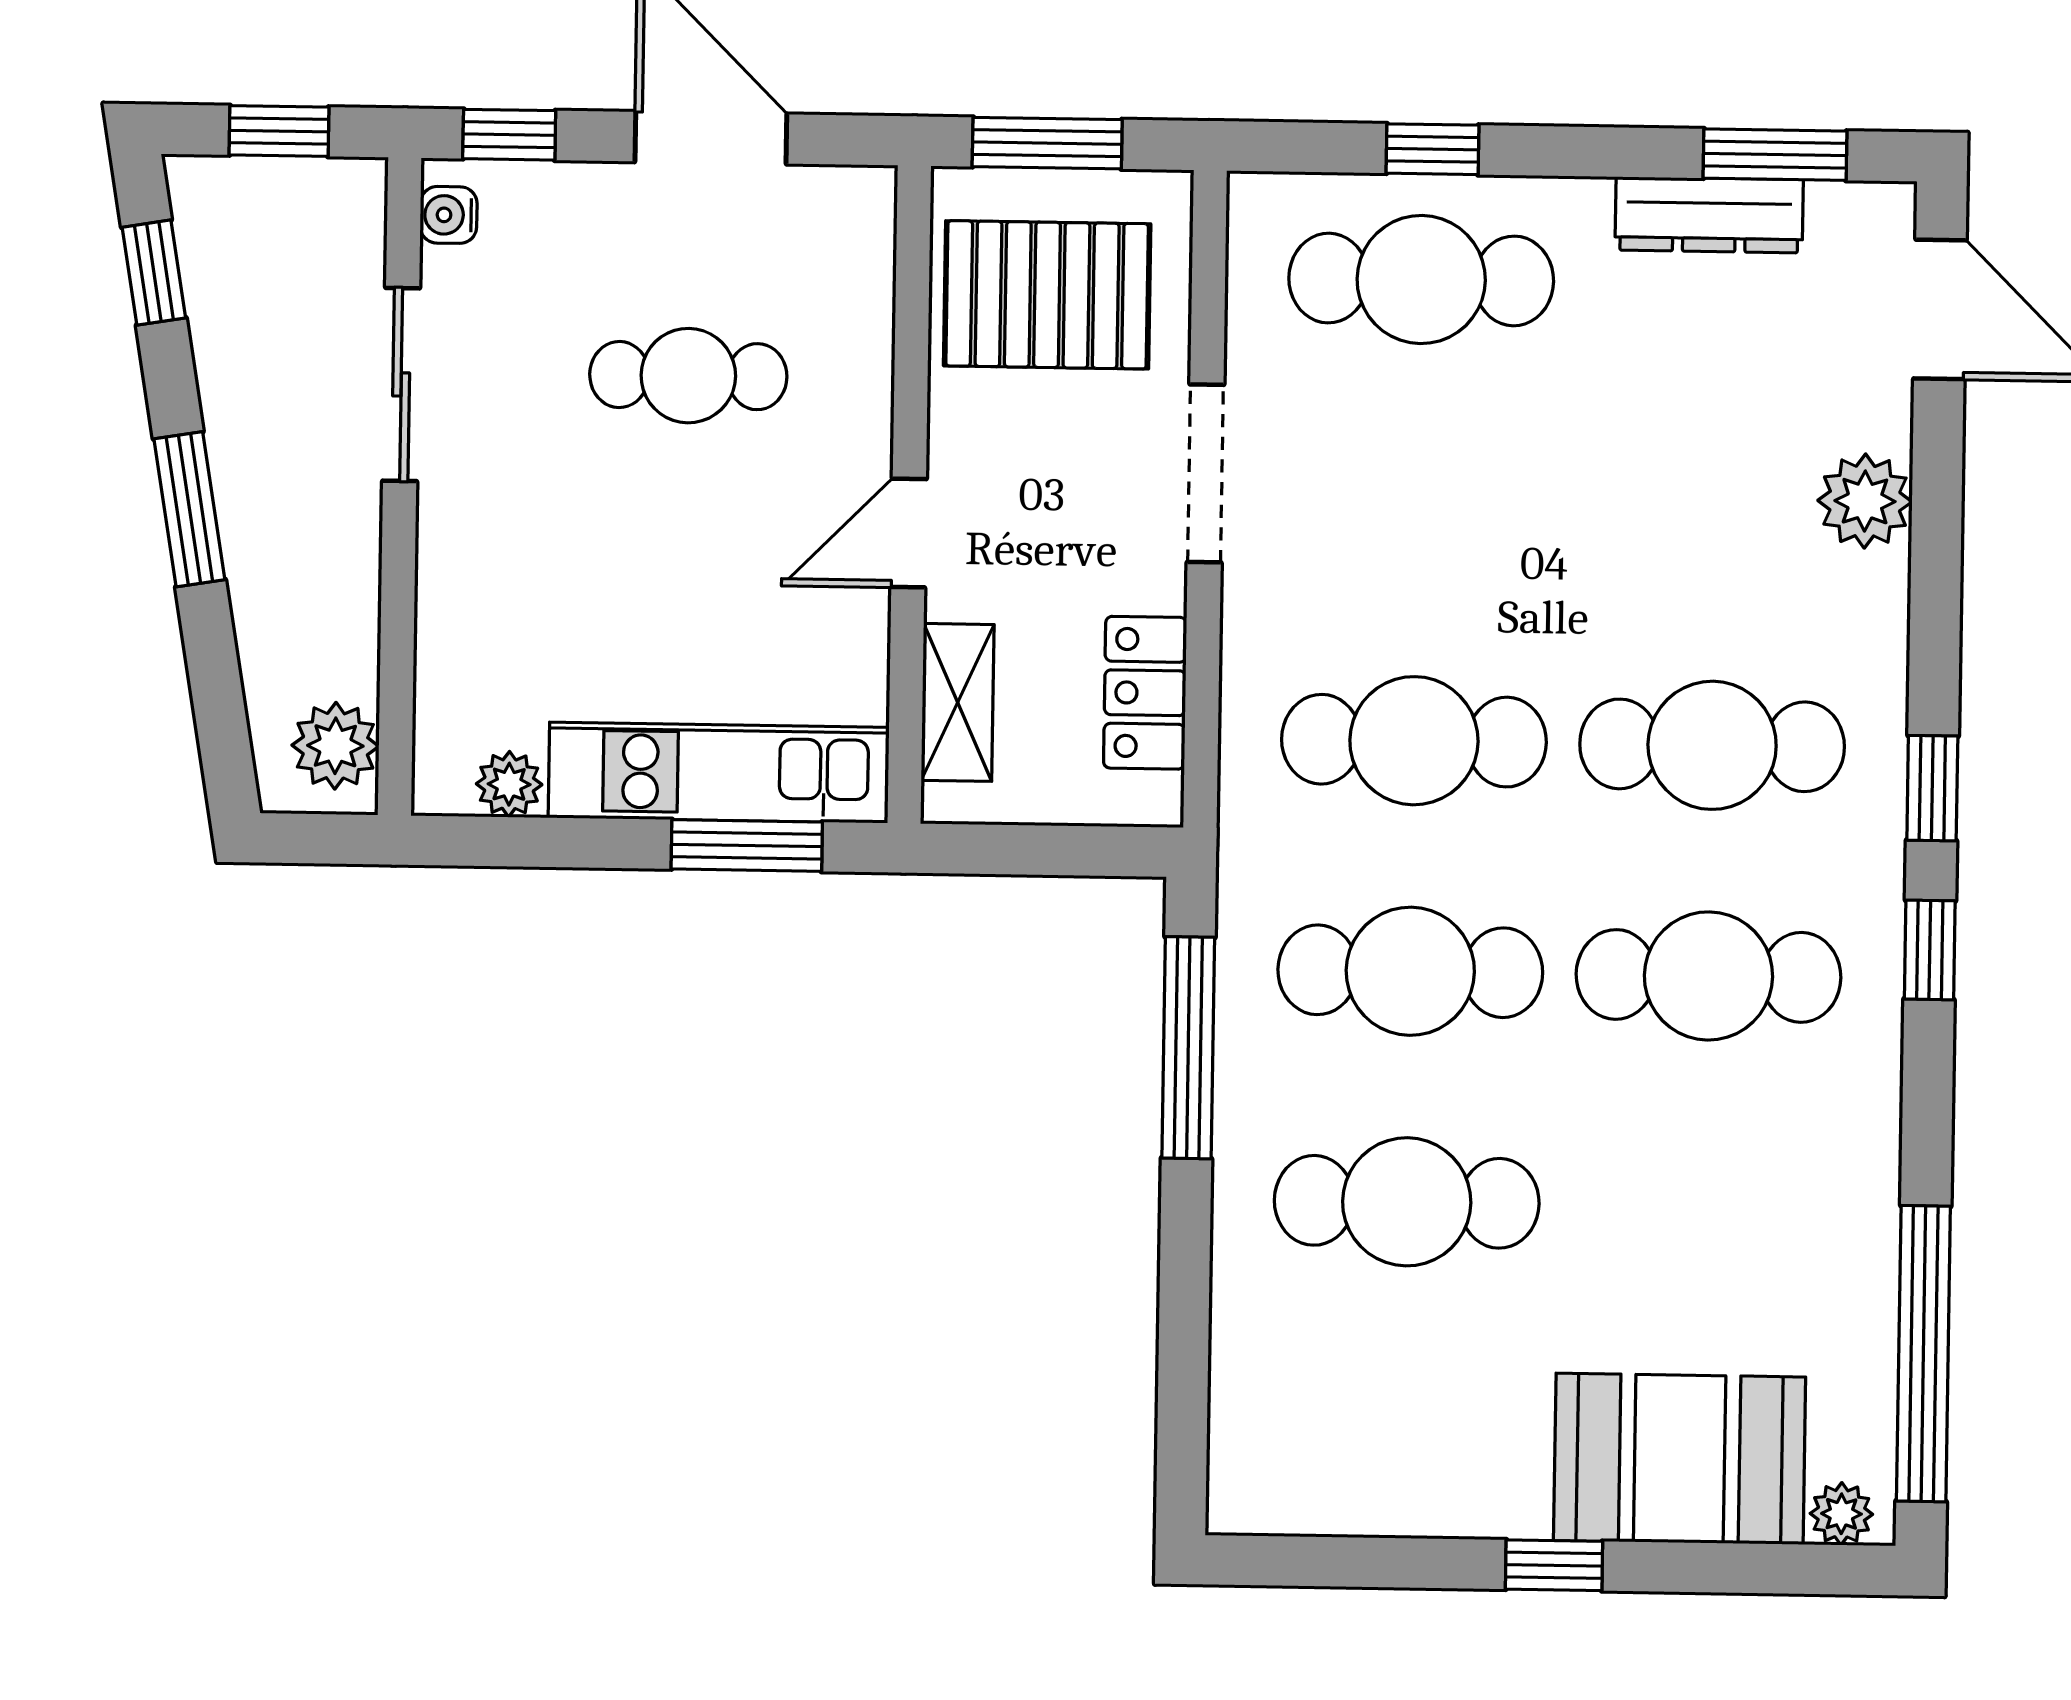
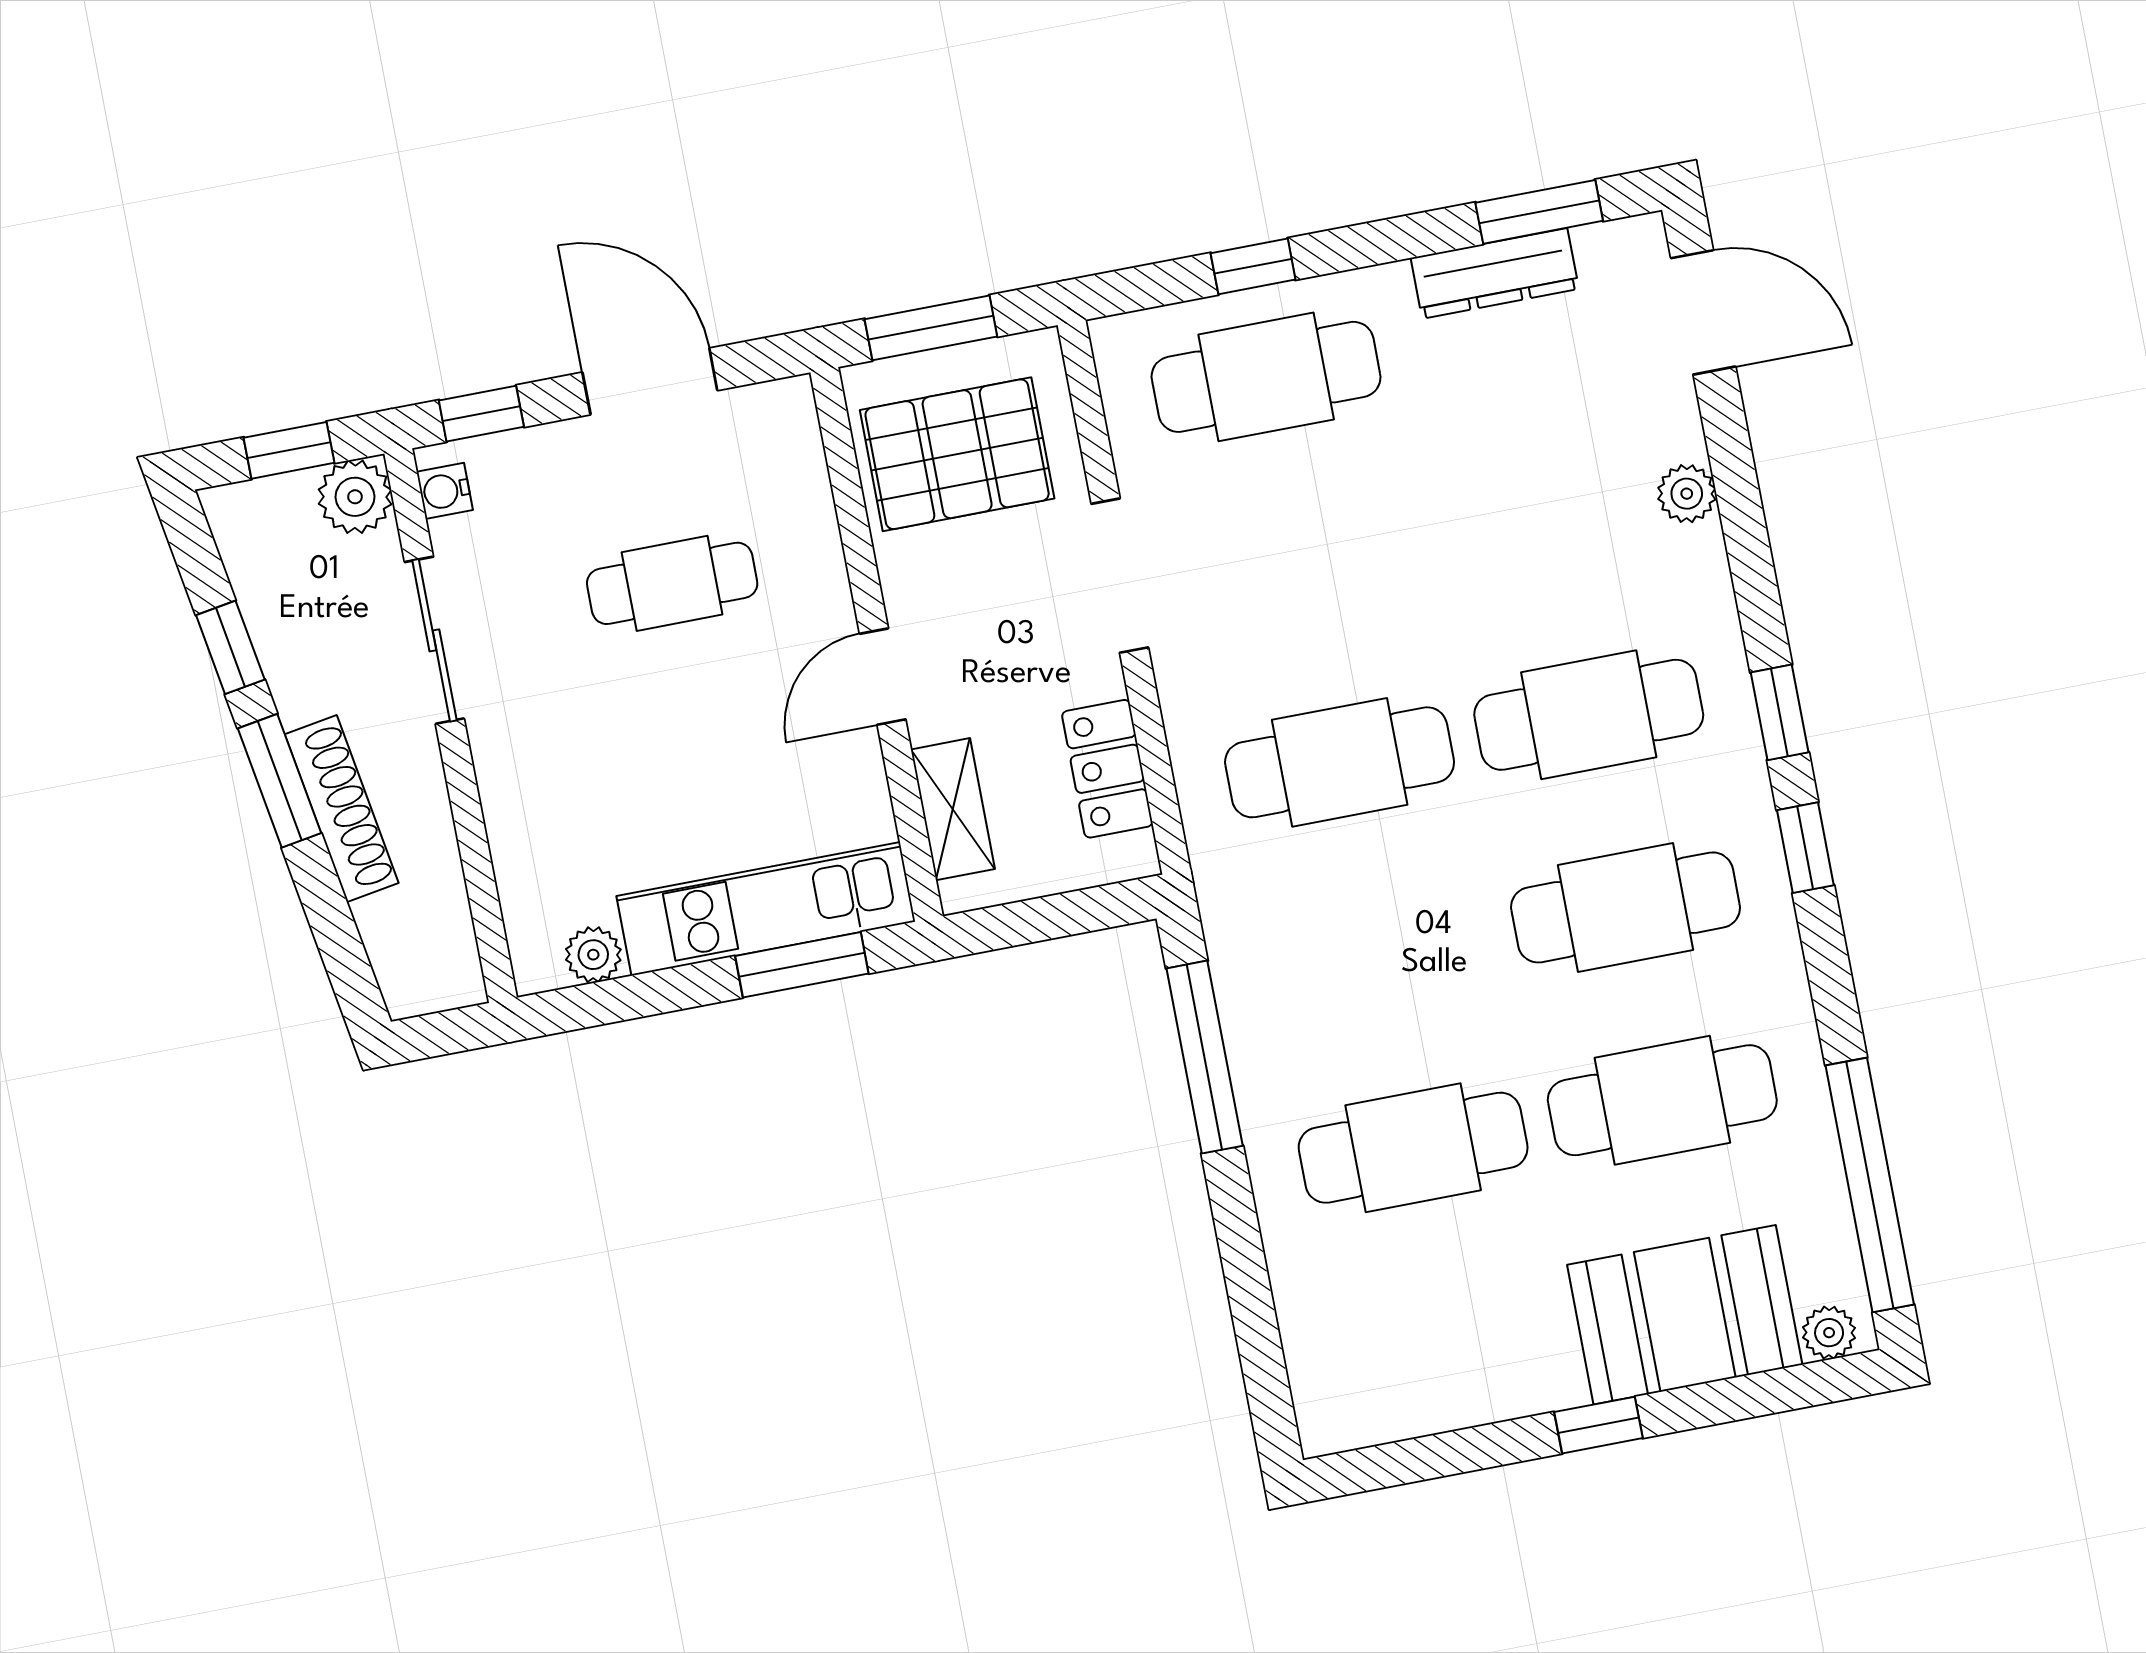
window: (154, 273) -> (230, 647), moved
plant: (1865, 501) -> (1687, 494), width x0.73, depth x0.73
shoe rack: (254, 556) -> (342, 809), added
plant: (335, 746) -> (355, 497), moved
cafe table: (1410, 971) -> (1662, 1100), moved

